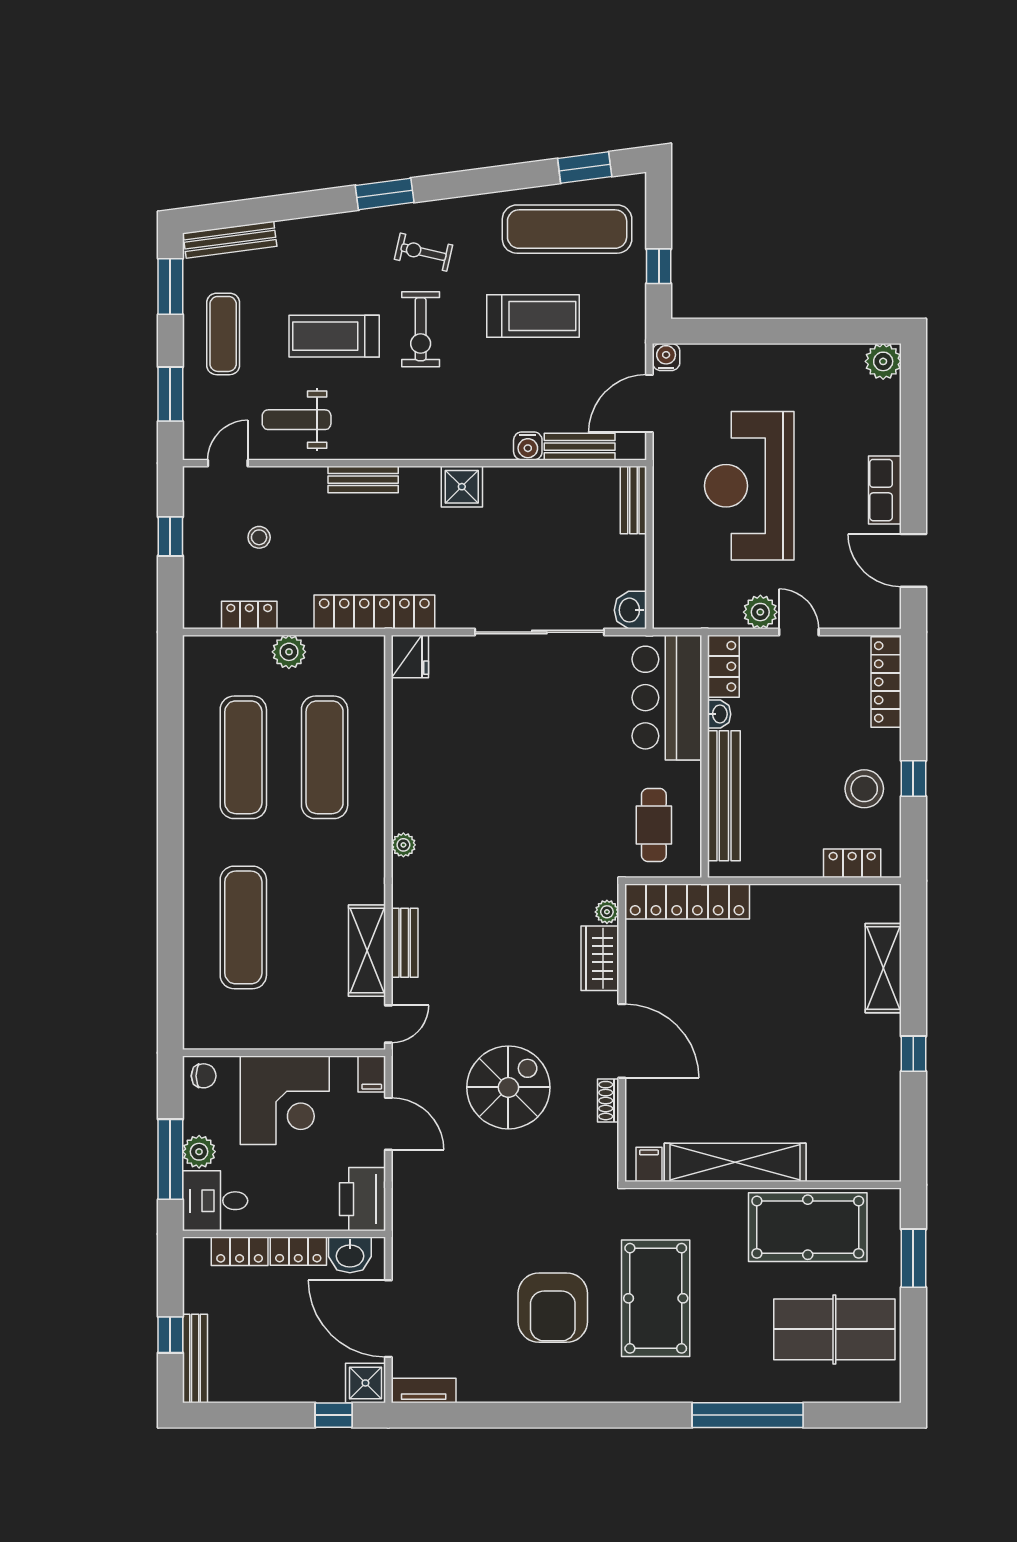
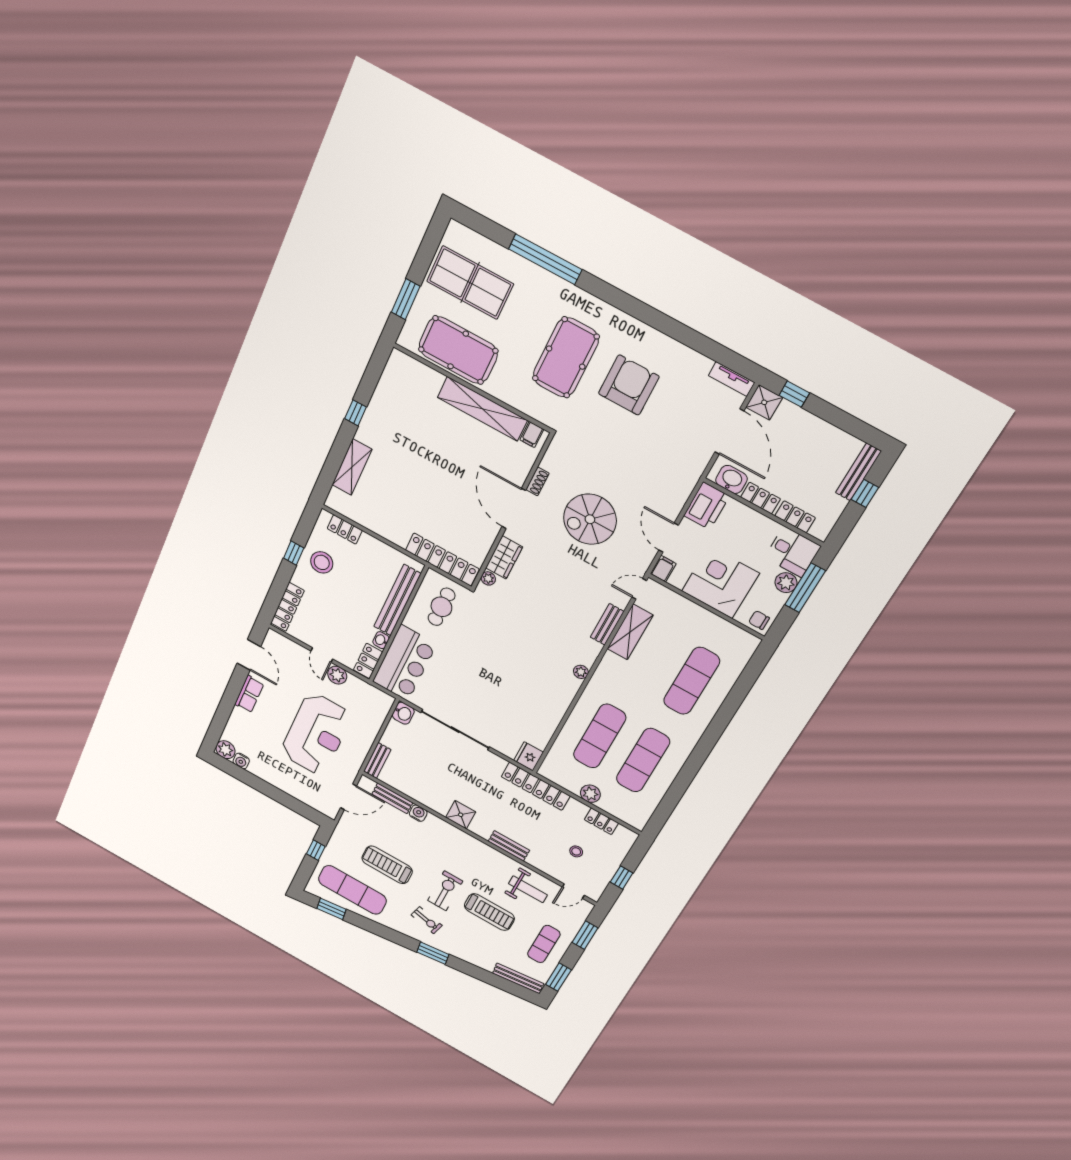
water cooler: (666, 357) -> (241, 761), moved

